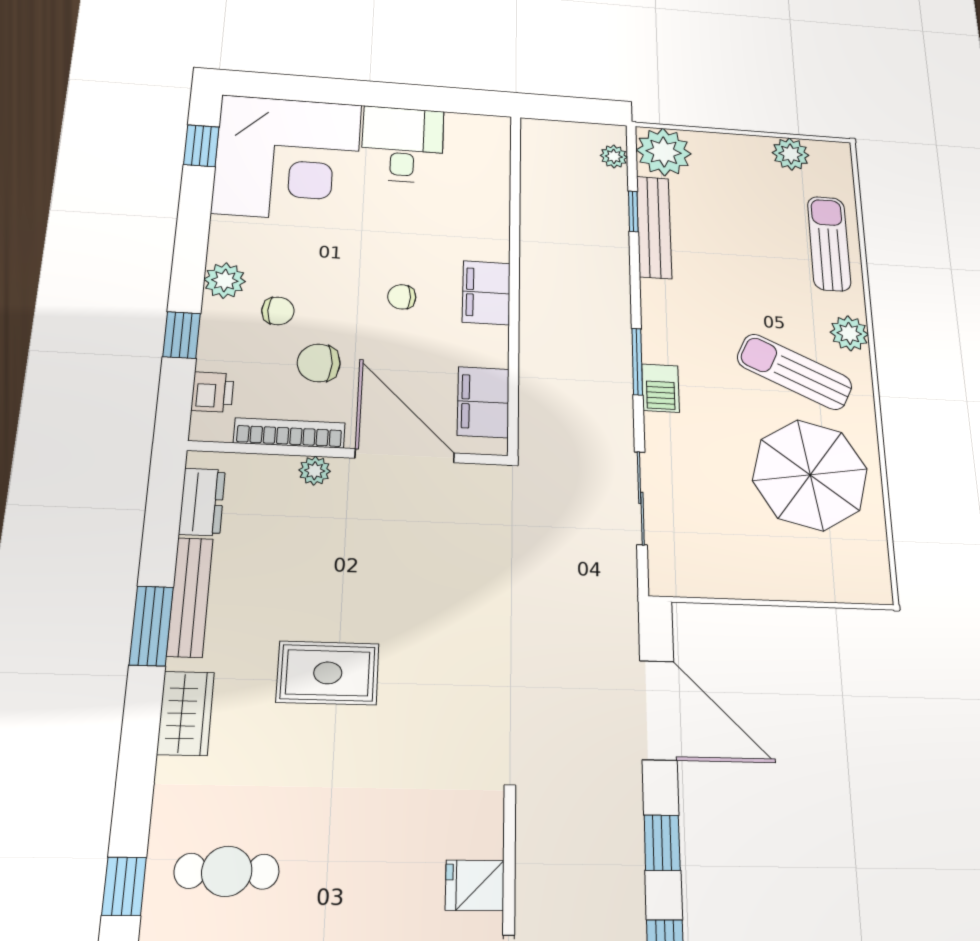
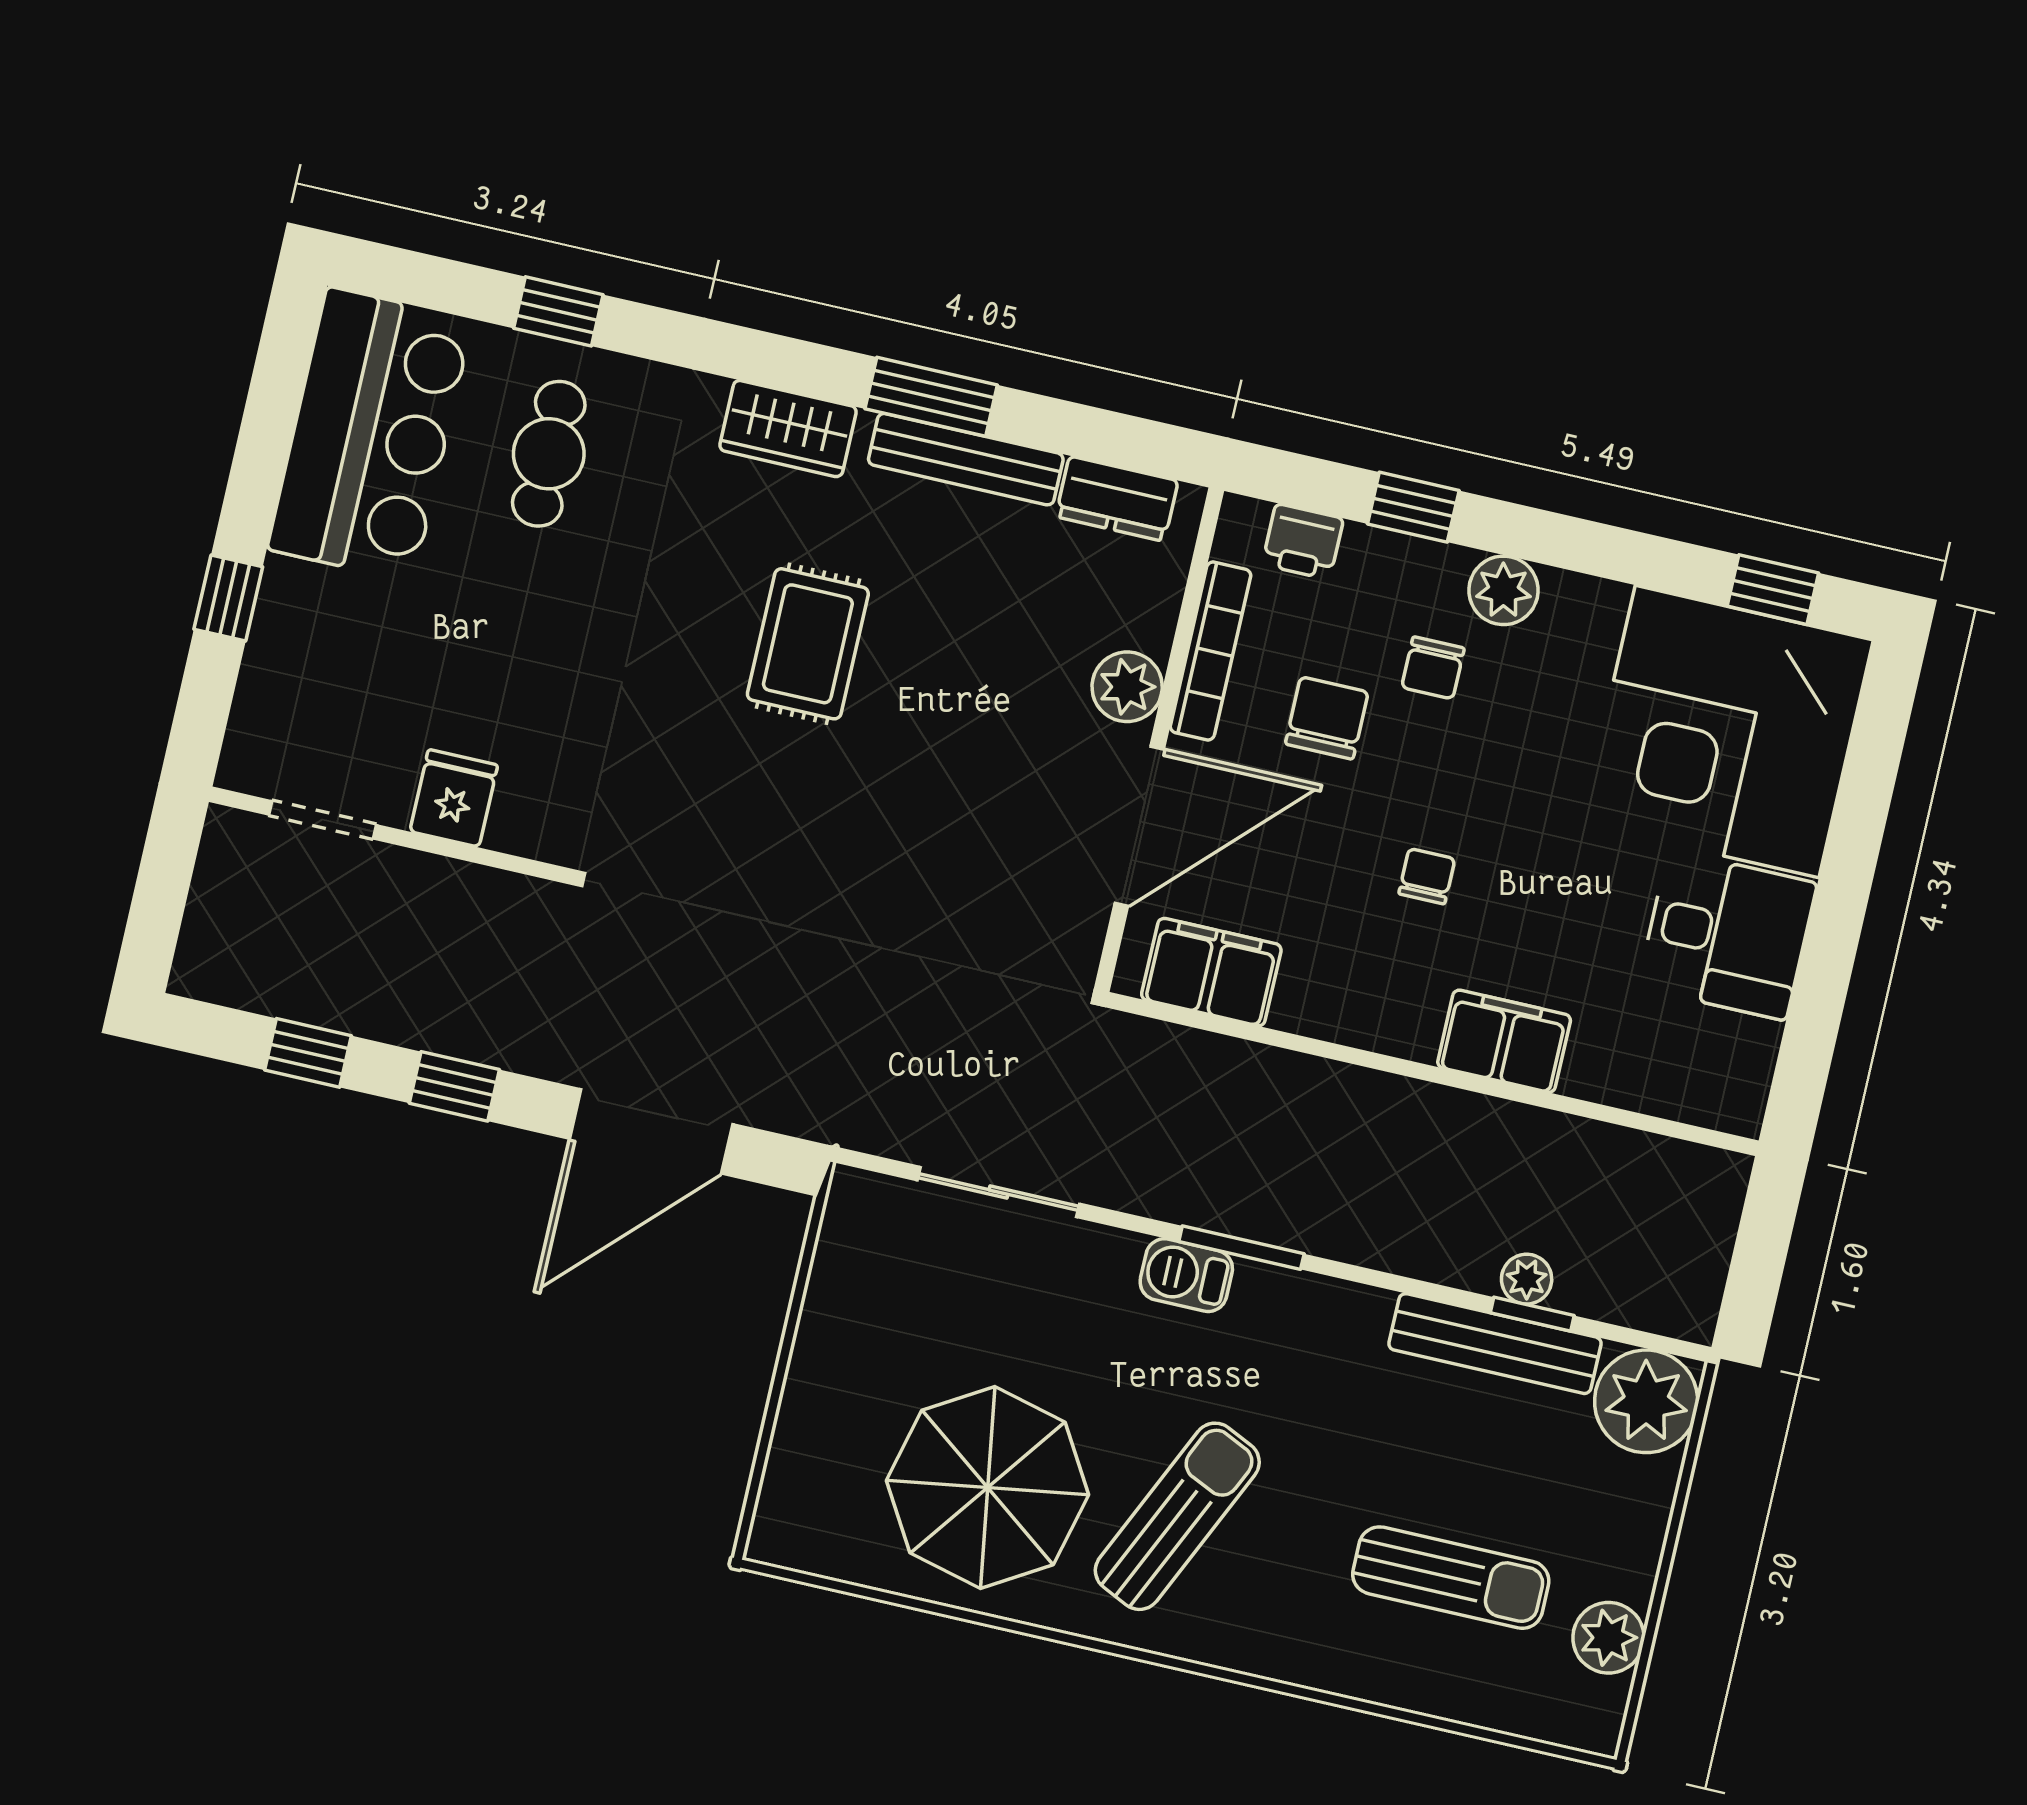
plant: (614, 156) -> (1527, 1279), moved
sun lounger: (829, 243) -> (1451, 1578), moved
filing cabinet: (486, 293) -> (1504, 1041), moved
plant: (849, 333) -> (1233, 1636), removed
plant: (315, 471) -> (1127, 687), width x1.38, depth x1.38

